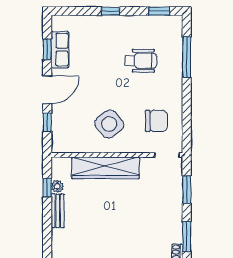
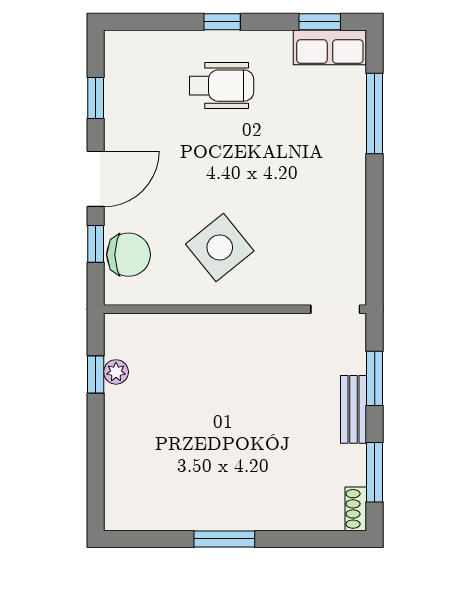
row of seats: (60, 50) -> (330, 47), moved, turned 90
wheelchair: (141, 61) -> (222, 86), moved
chair: (156, 121) -> (129, 255), moved
wardrobe: (106, 168) -> (212, 335), removed
bench: (58, 211) -> (354, 409), moved

